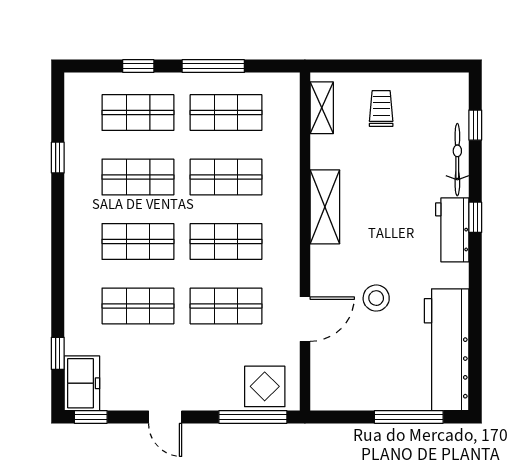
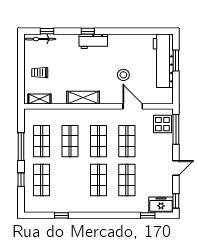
bicycle: (457, 160) -> (40, 39), moved
shop shelf: (138, 177) -> (70, 180), removed
workbench: (447, 350) -> (163, 61), moved, turned 90
window: (409, 417) -> (176, 60), width x0.69

